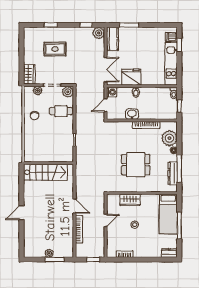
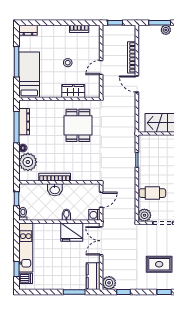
washbasin: (132, 114) -> (55, 190), moved
dining table: (136, 165) -> (78, 125), moved, turned 90

